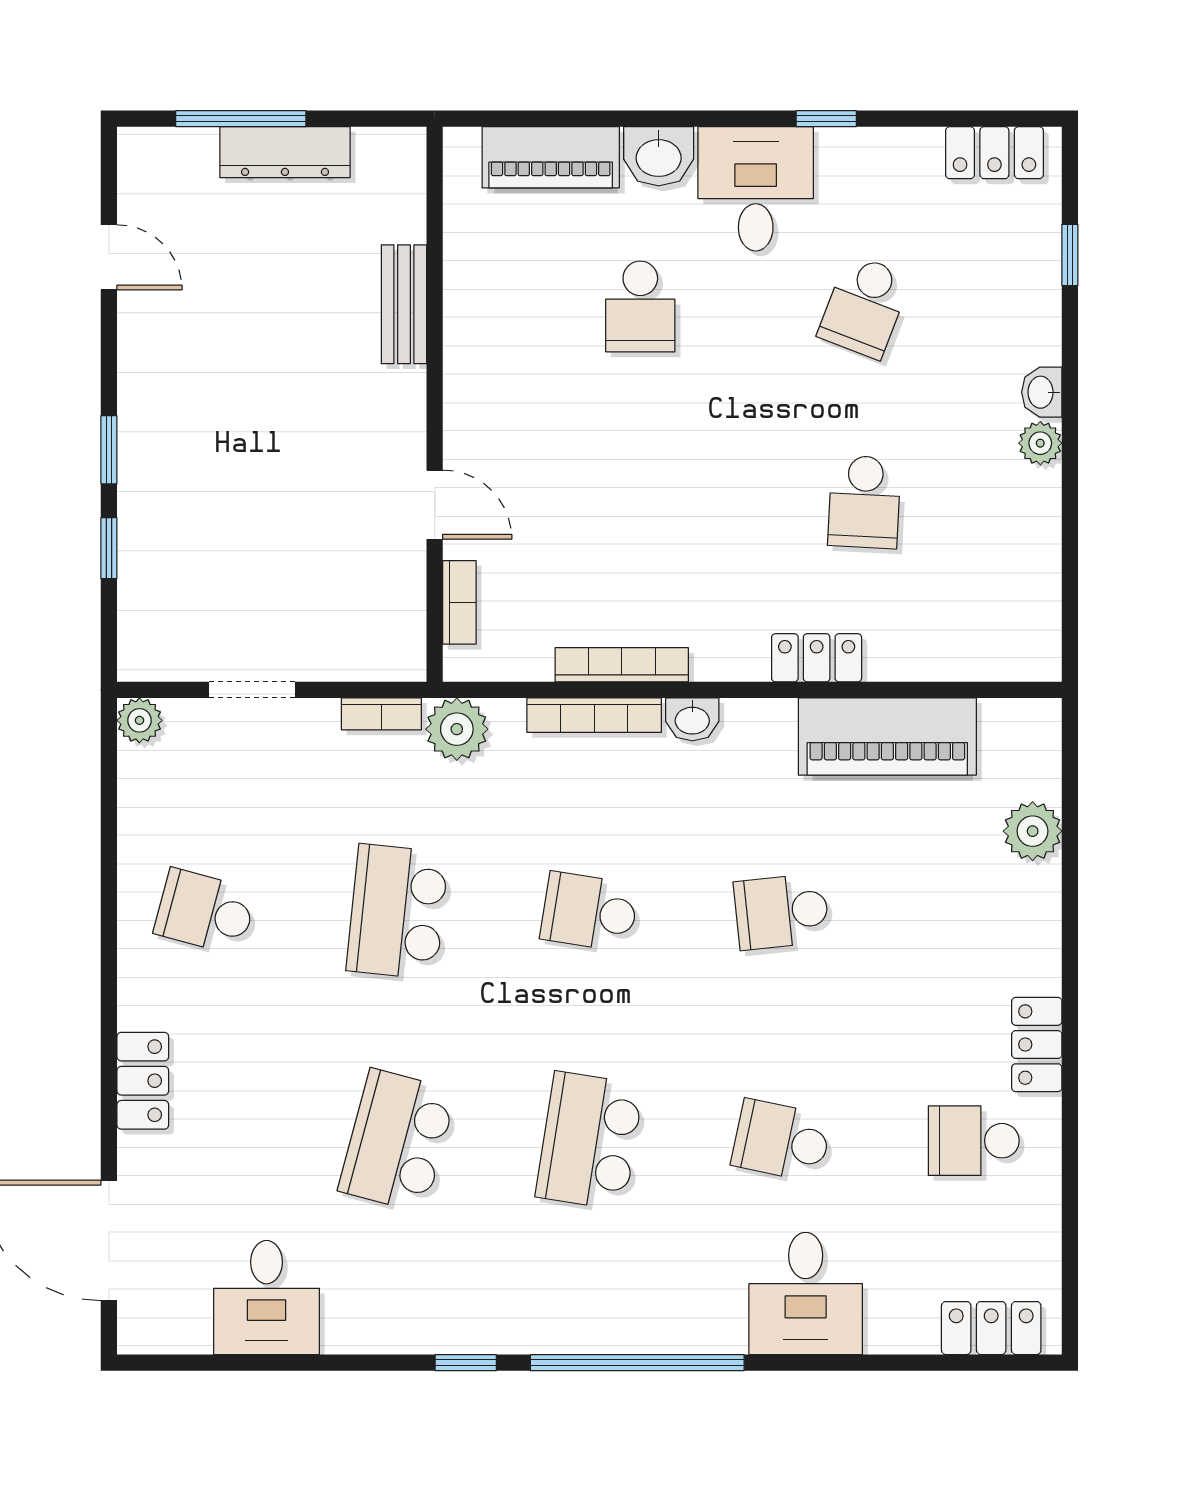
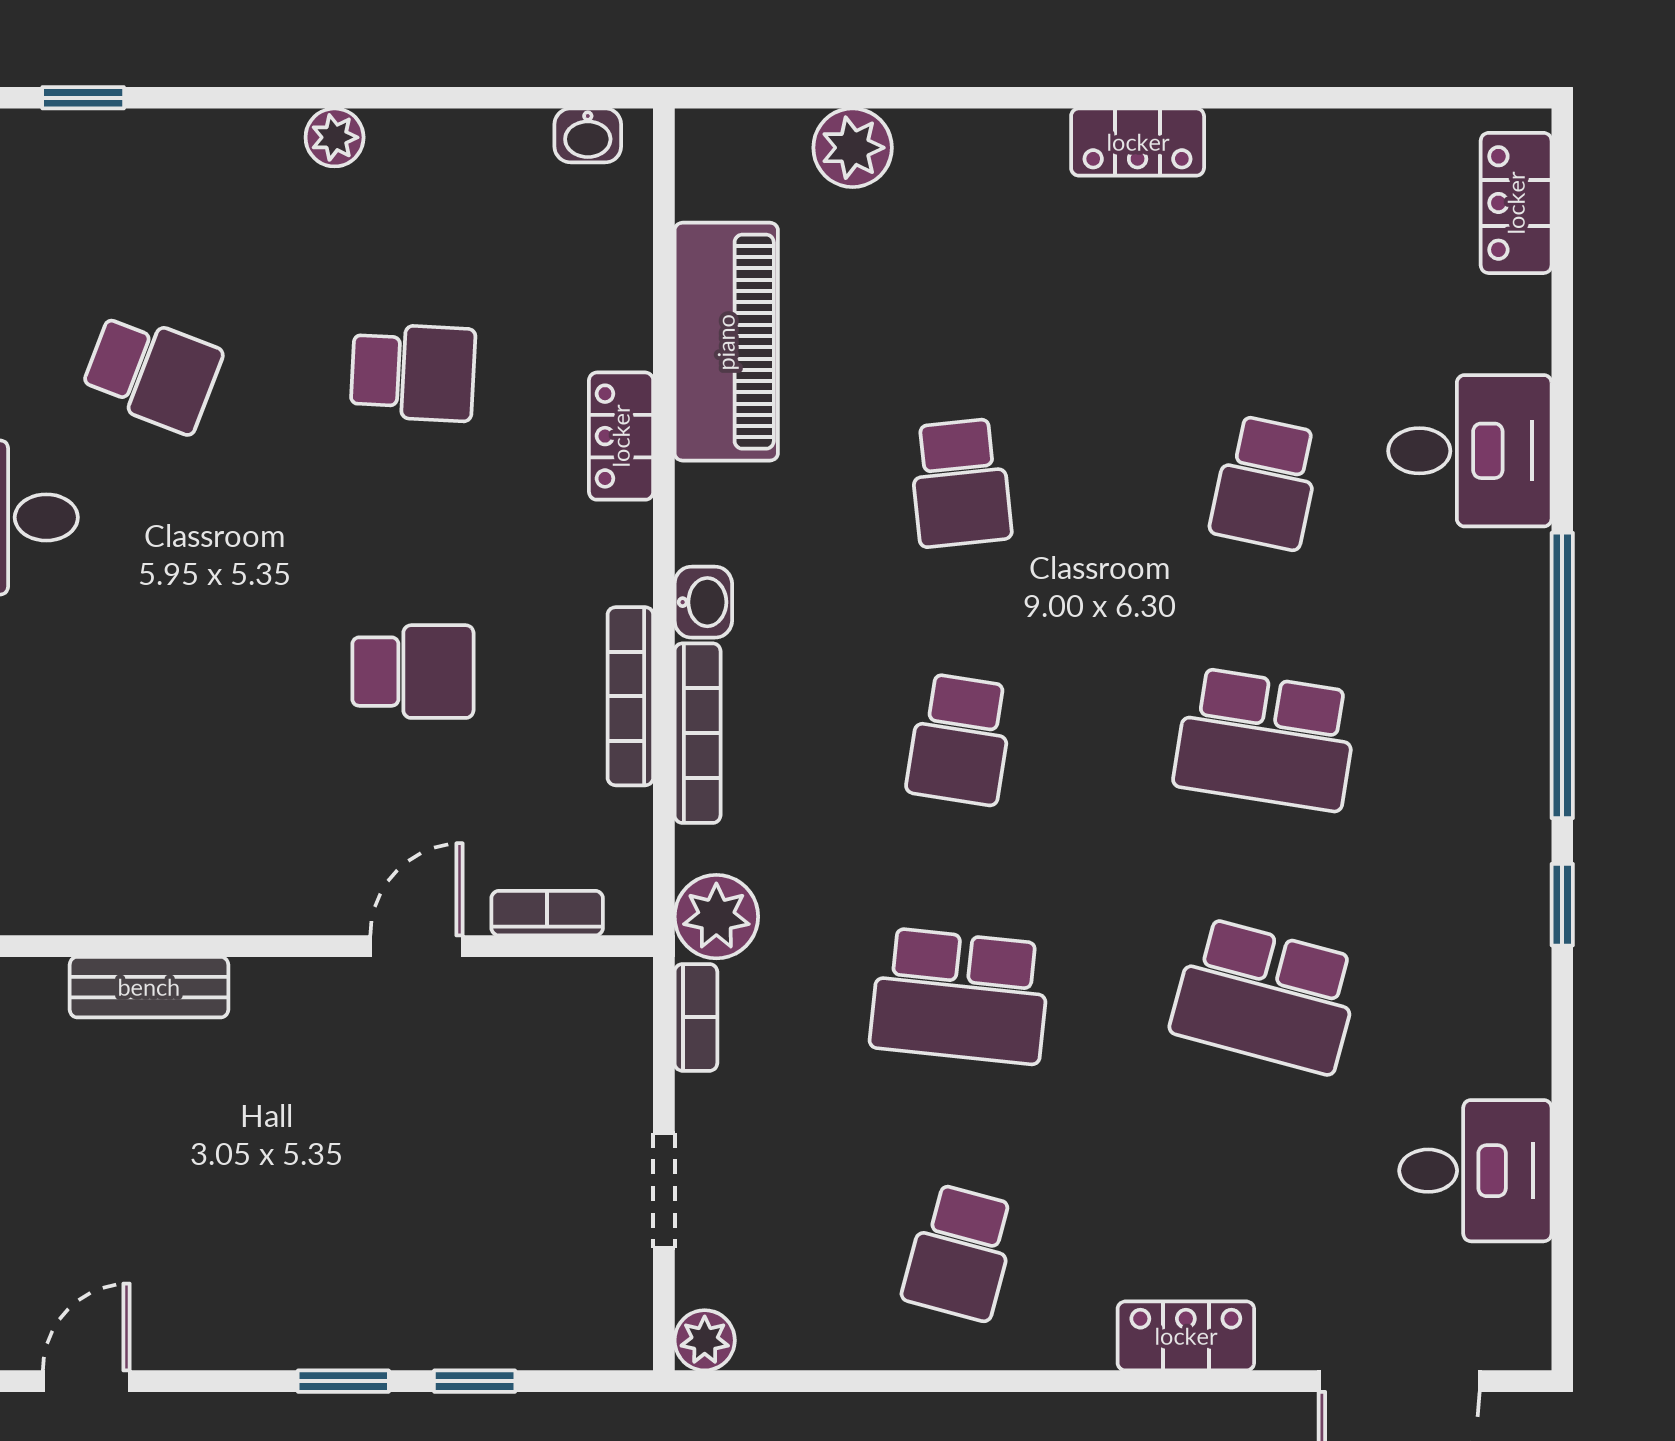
school desk: (640, 306) -> (413, 672), moved
washbasin: (1042, 392) -> (588, 135), moved
school desk: (974, 1141) -> (1266, 226), removed

